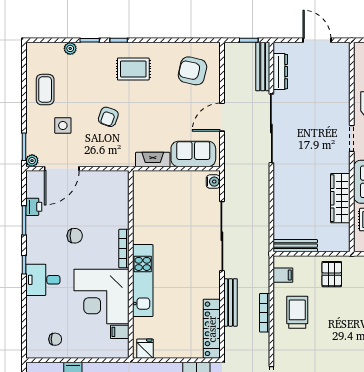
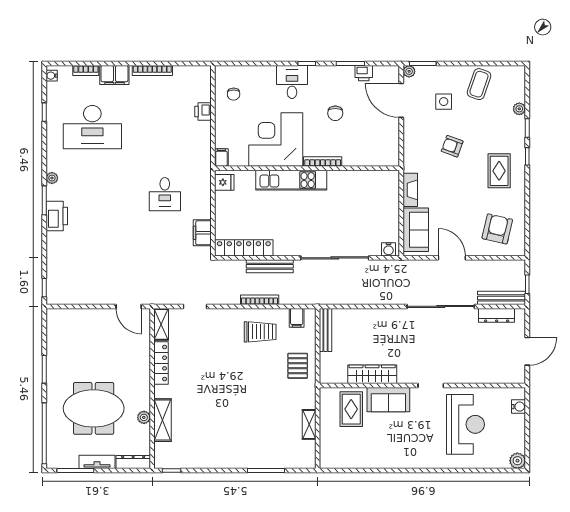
coffee table: (45, 90) -> (479, 84), turned -71
pallet: (332, 274) -> (298, 366), turned 90
filing cabinet: (120, 332) -> (221, 157), moved

